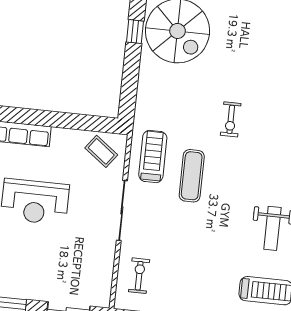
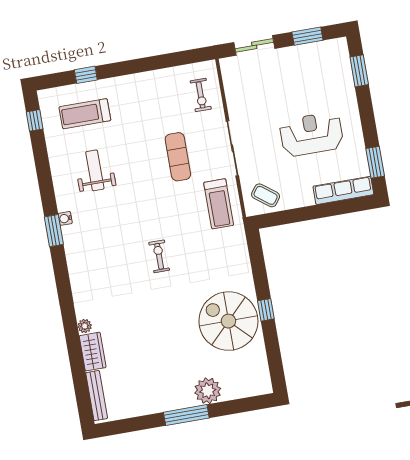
exercise mat: (192, 176) -> (178, 157), moved

